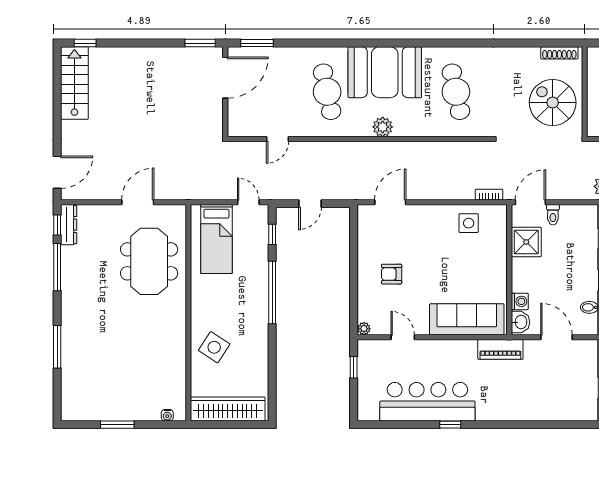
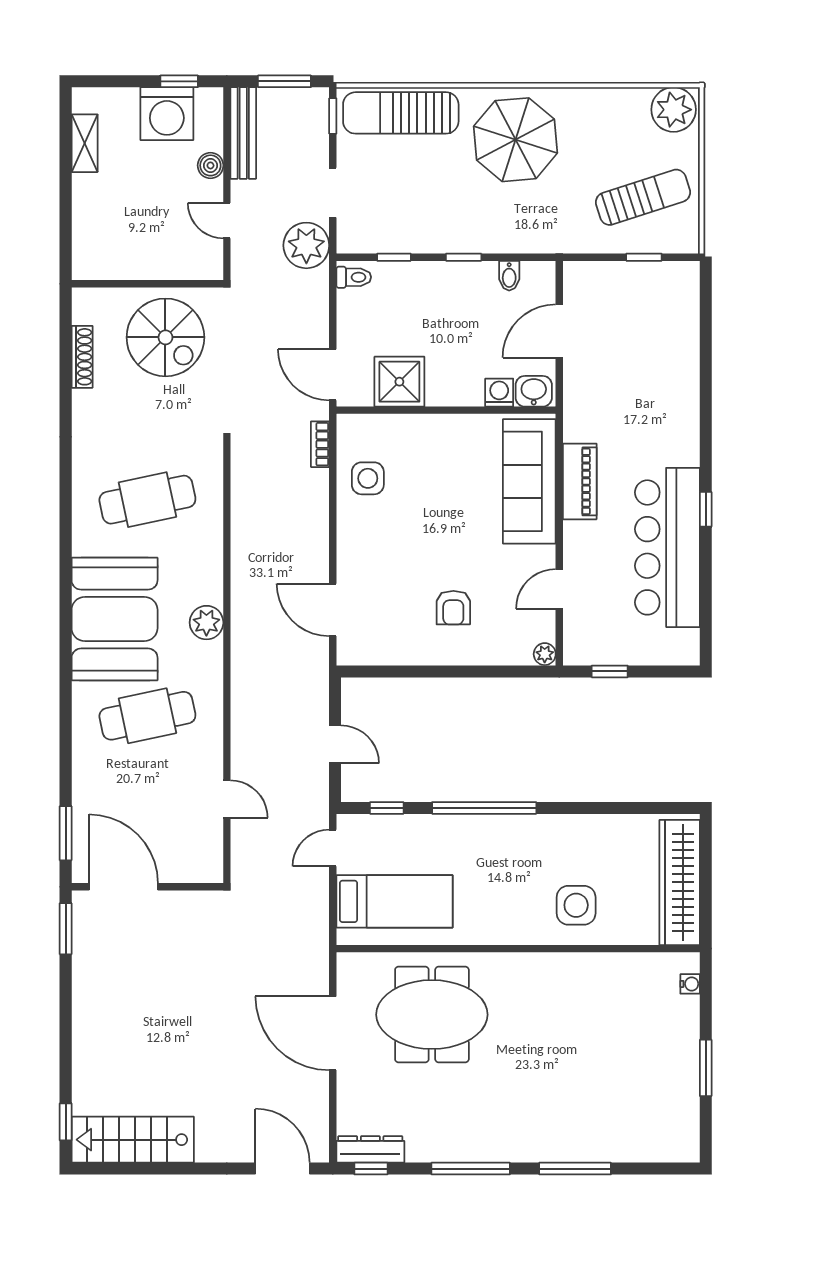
shoe rack: (559, 53) -> (82, 357), moved
spiral stairs: (553, 103) -> (165, 337), turned -90
door: (138, 202) -> (333, 1033), width x1.36
toilet: (553, 215) -> (354, 277), moved
window: (57, 267) -> (471, 1169), moved
side table: (214, 347) -> (576, 905), turned -33
piano: (500, 349) -> (580, 481), moved

